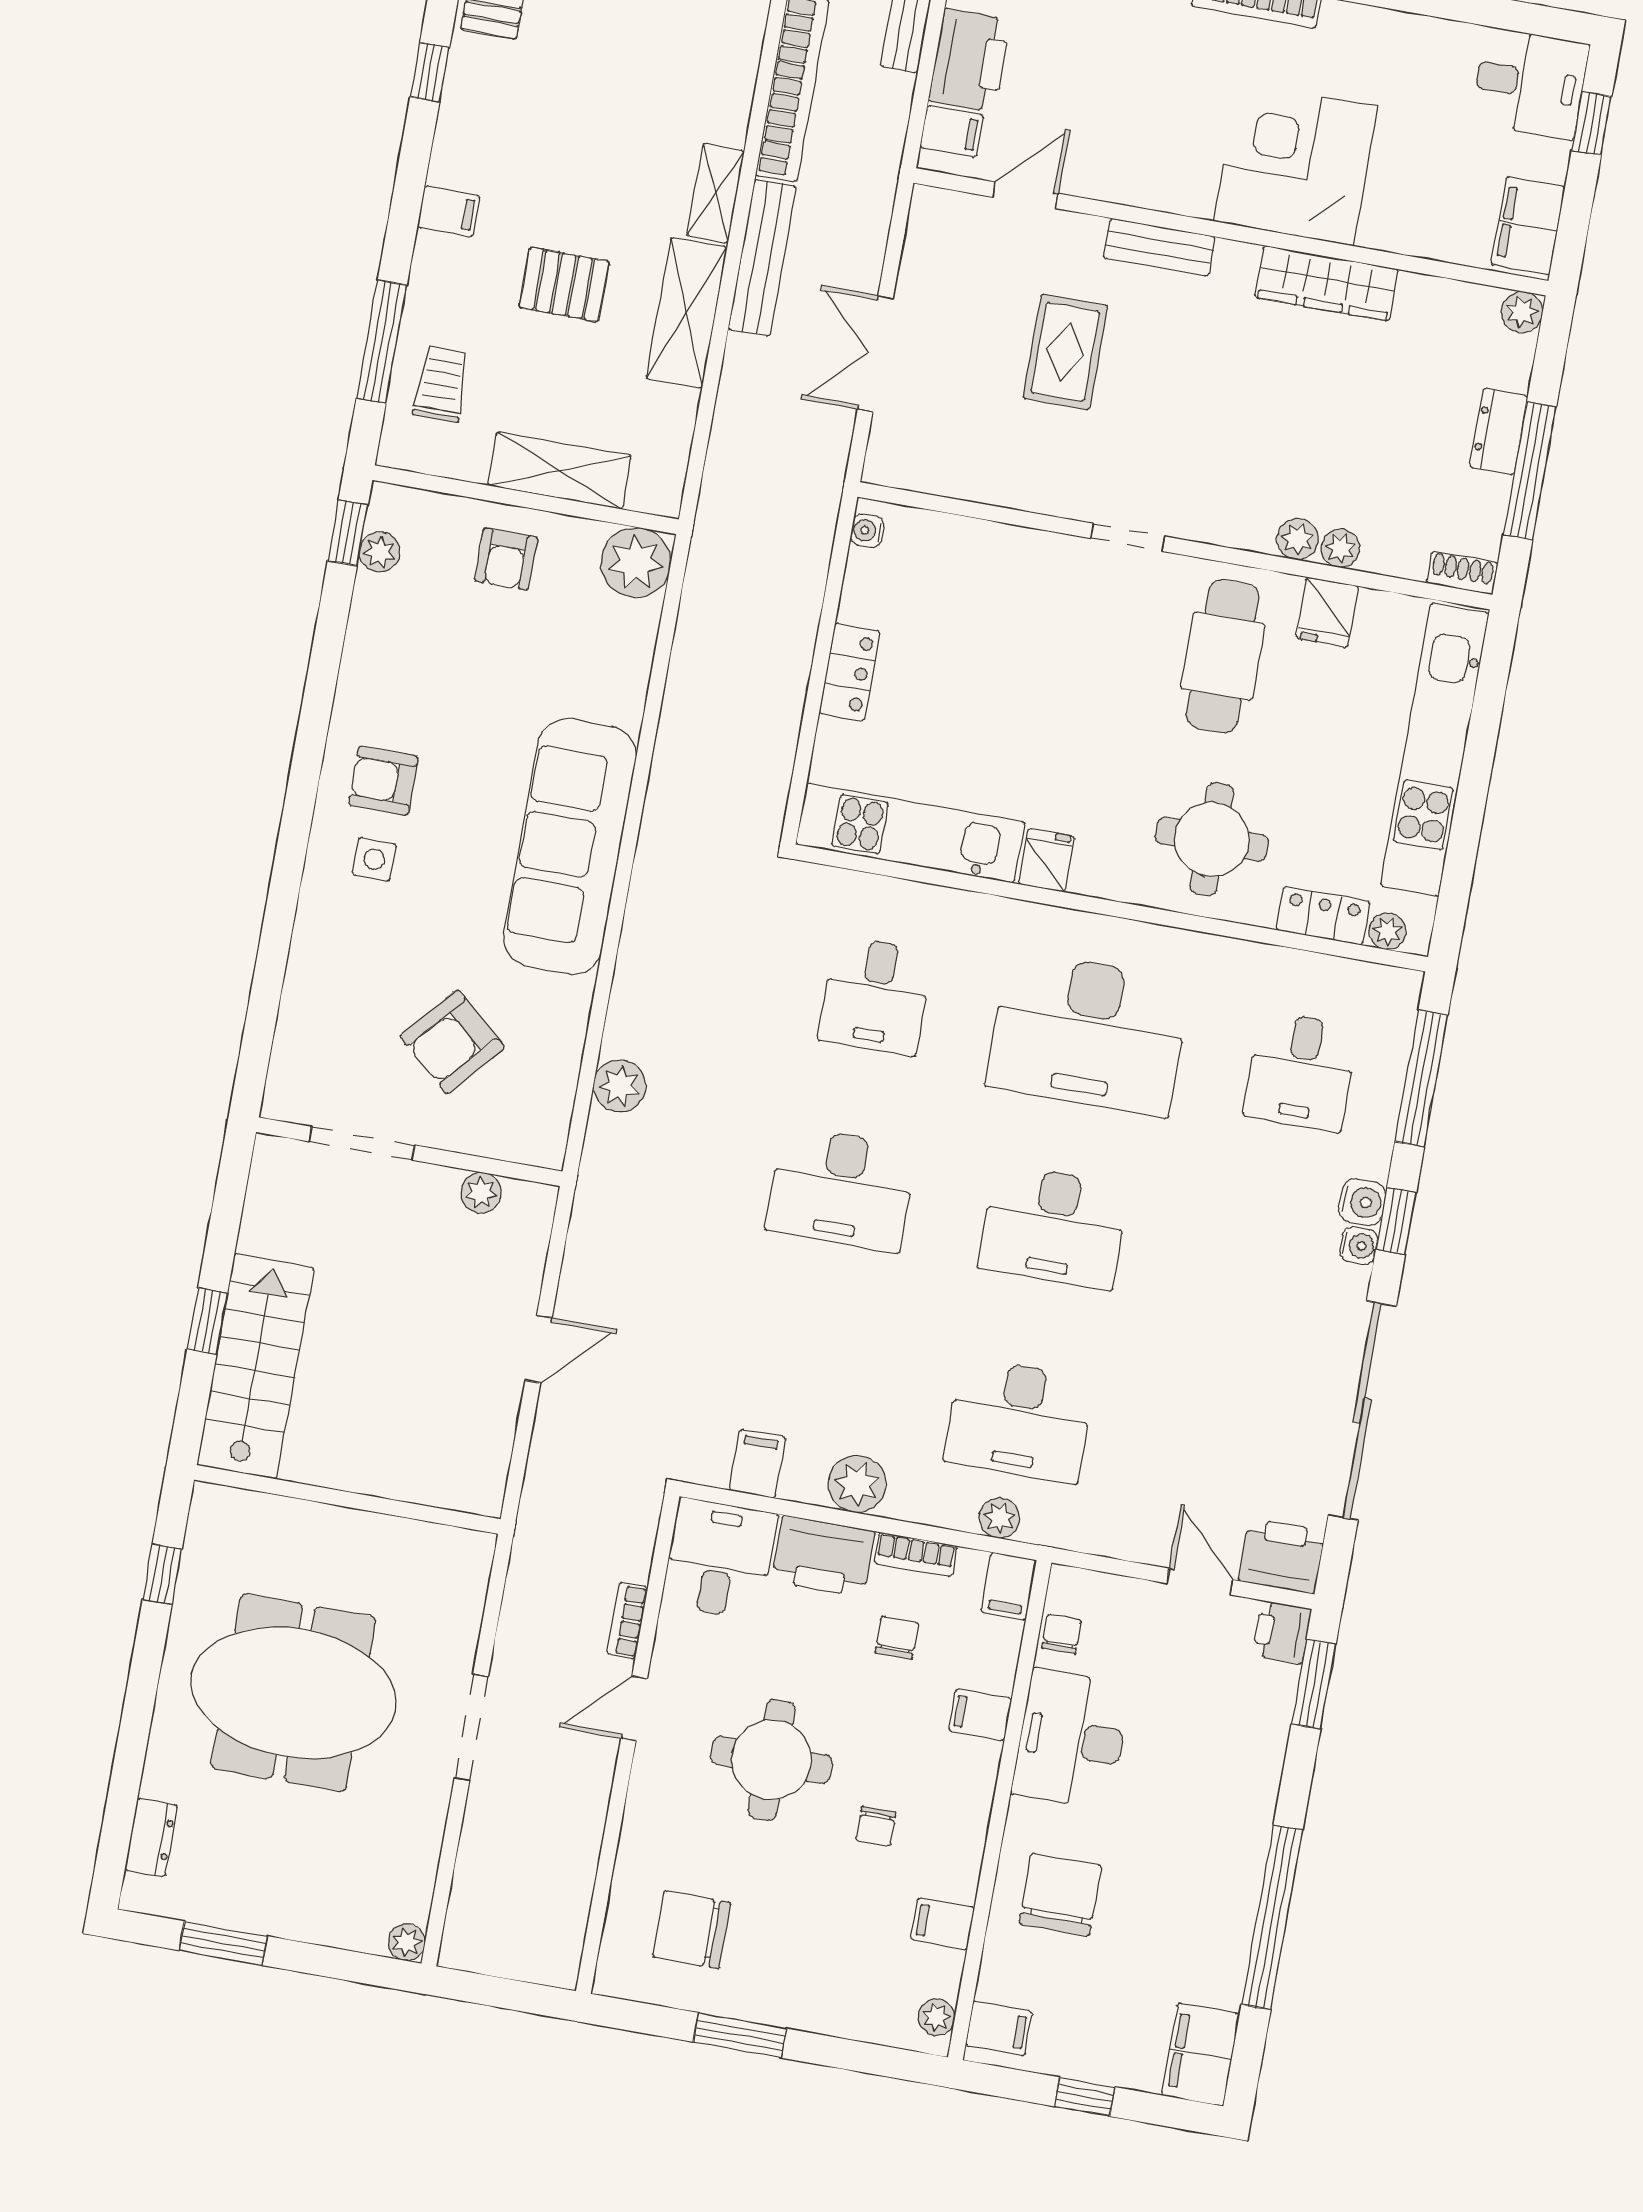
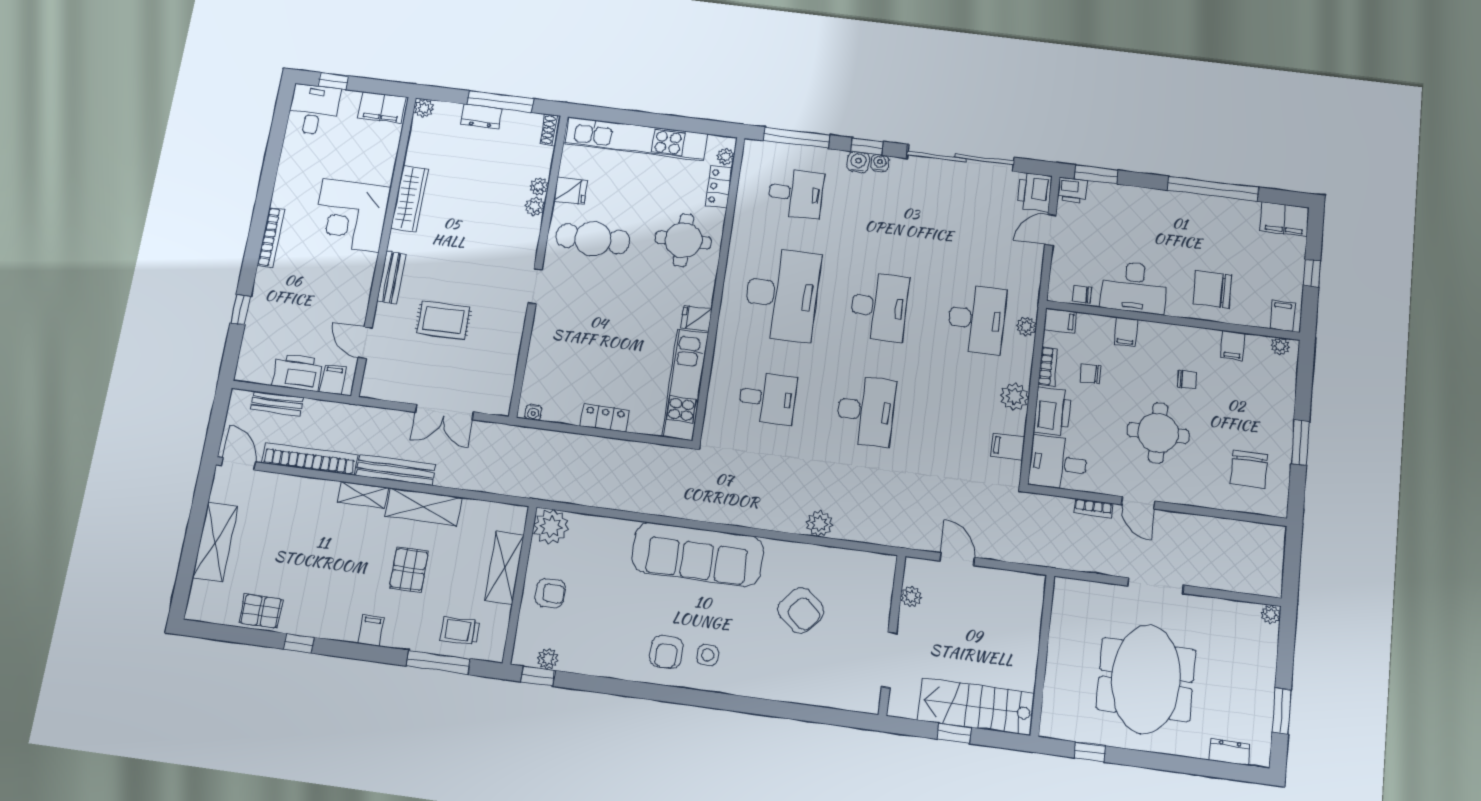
doorway: (362, 1143) -> (889, 660), moved
wall: (409, 1152) -> (892, 635), moved
plant: (481, 1193) -> (911, 597), moved

